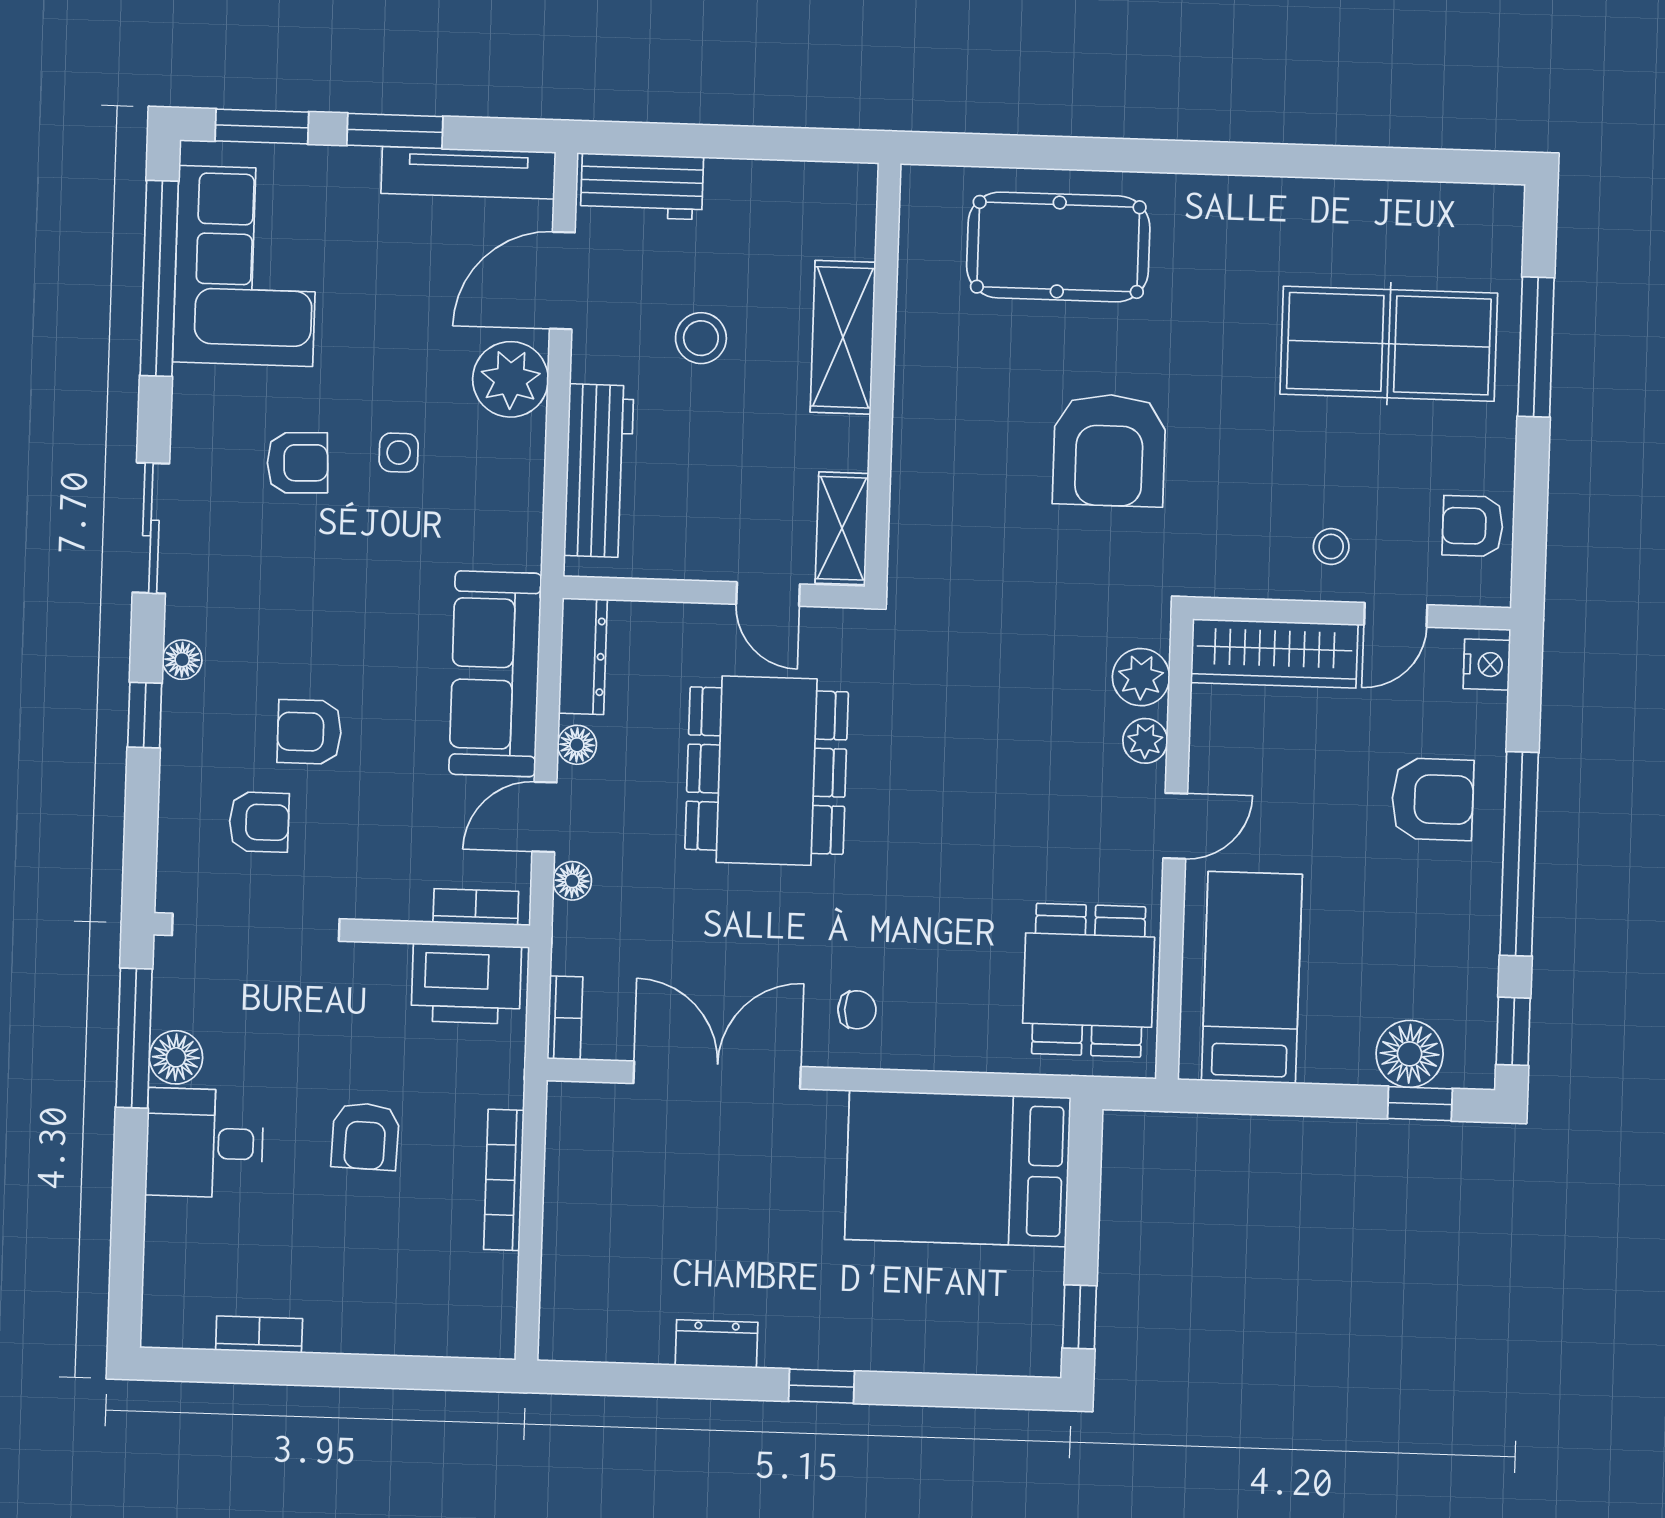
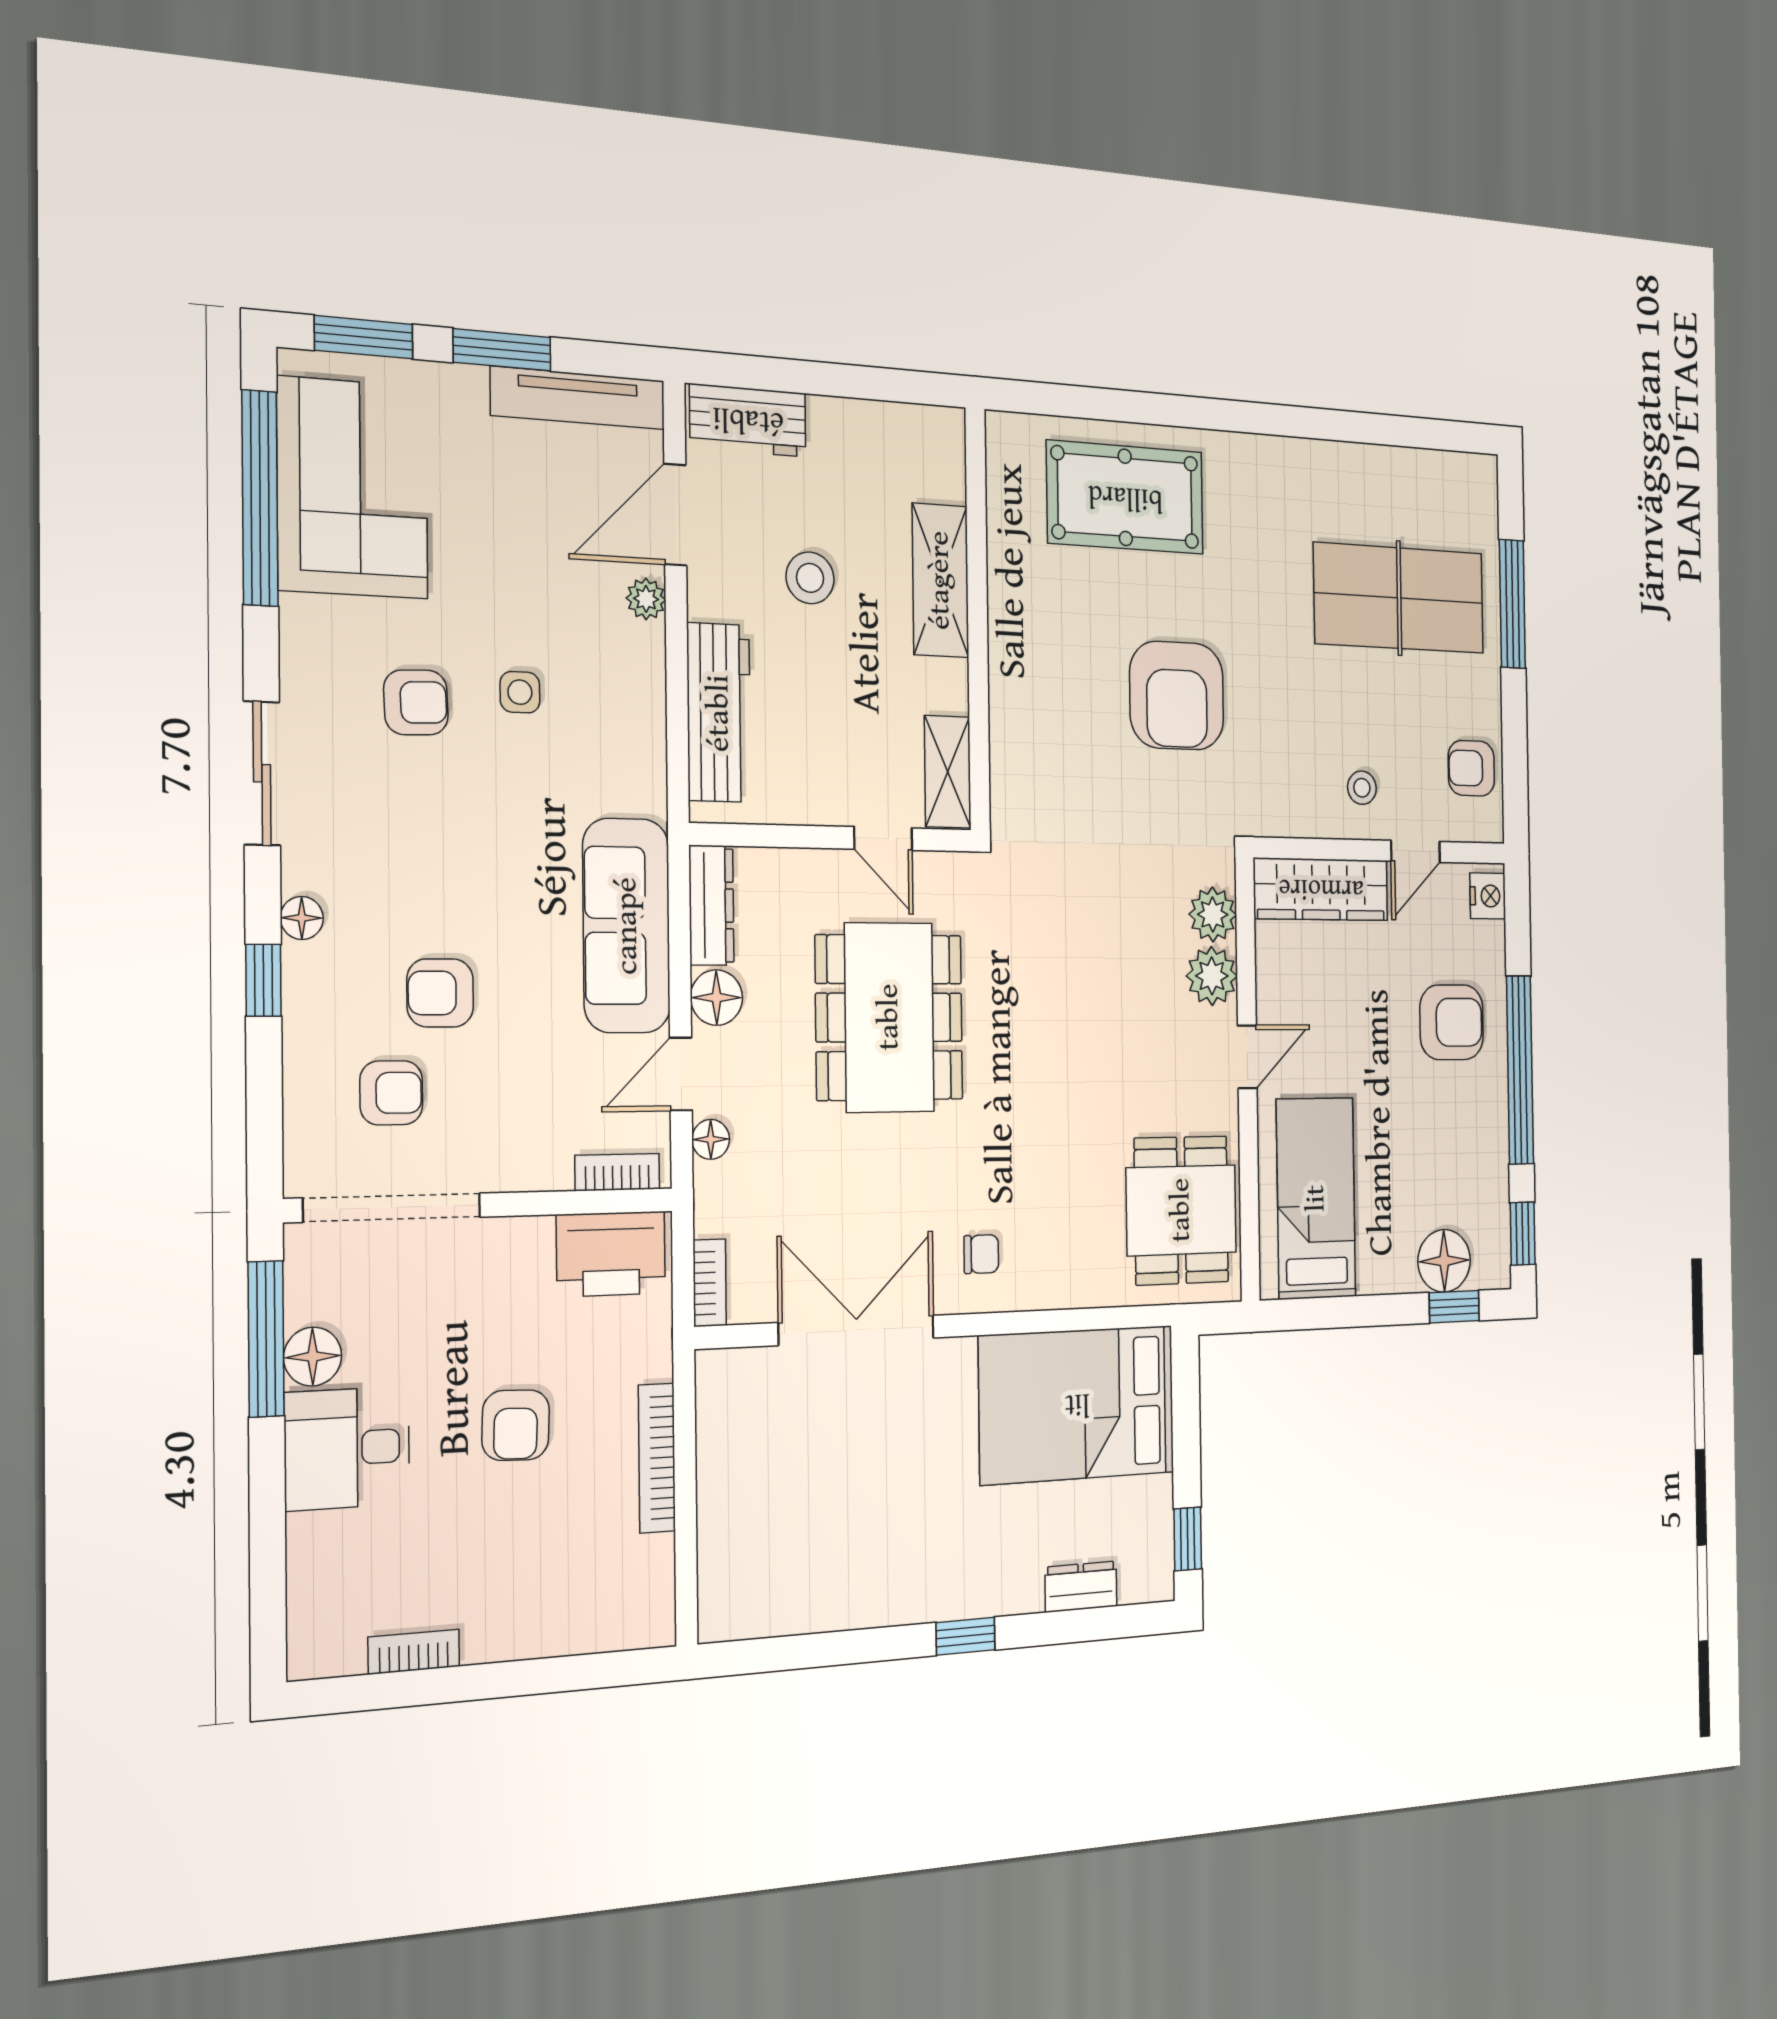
plant: (511, 379) -> (646, 599), width x0.53, depth x0.53
plant: (1145, 741) -> (1212, 976), width x1.38, depth x1.38
floor lamp: (577, 745) -> (717, 998), width x1.37, depth x1.37
dresser: (716, 1344) -> (1081, 1587), moved

